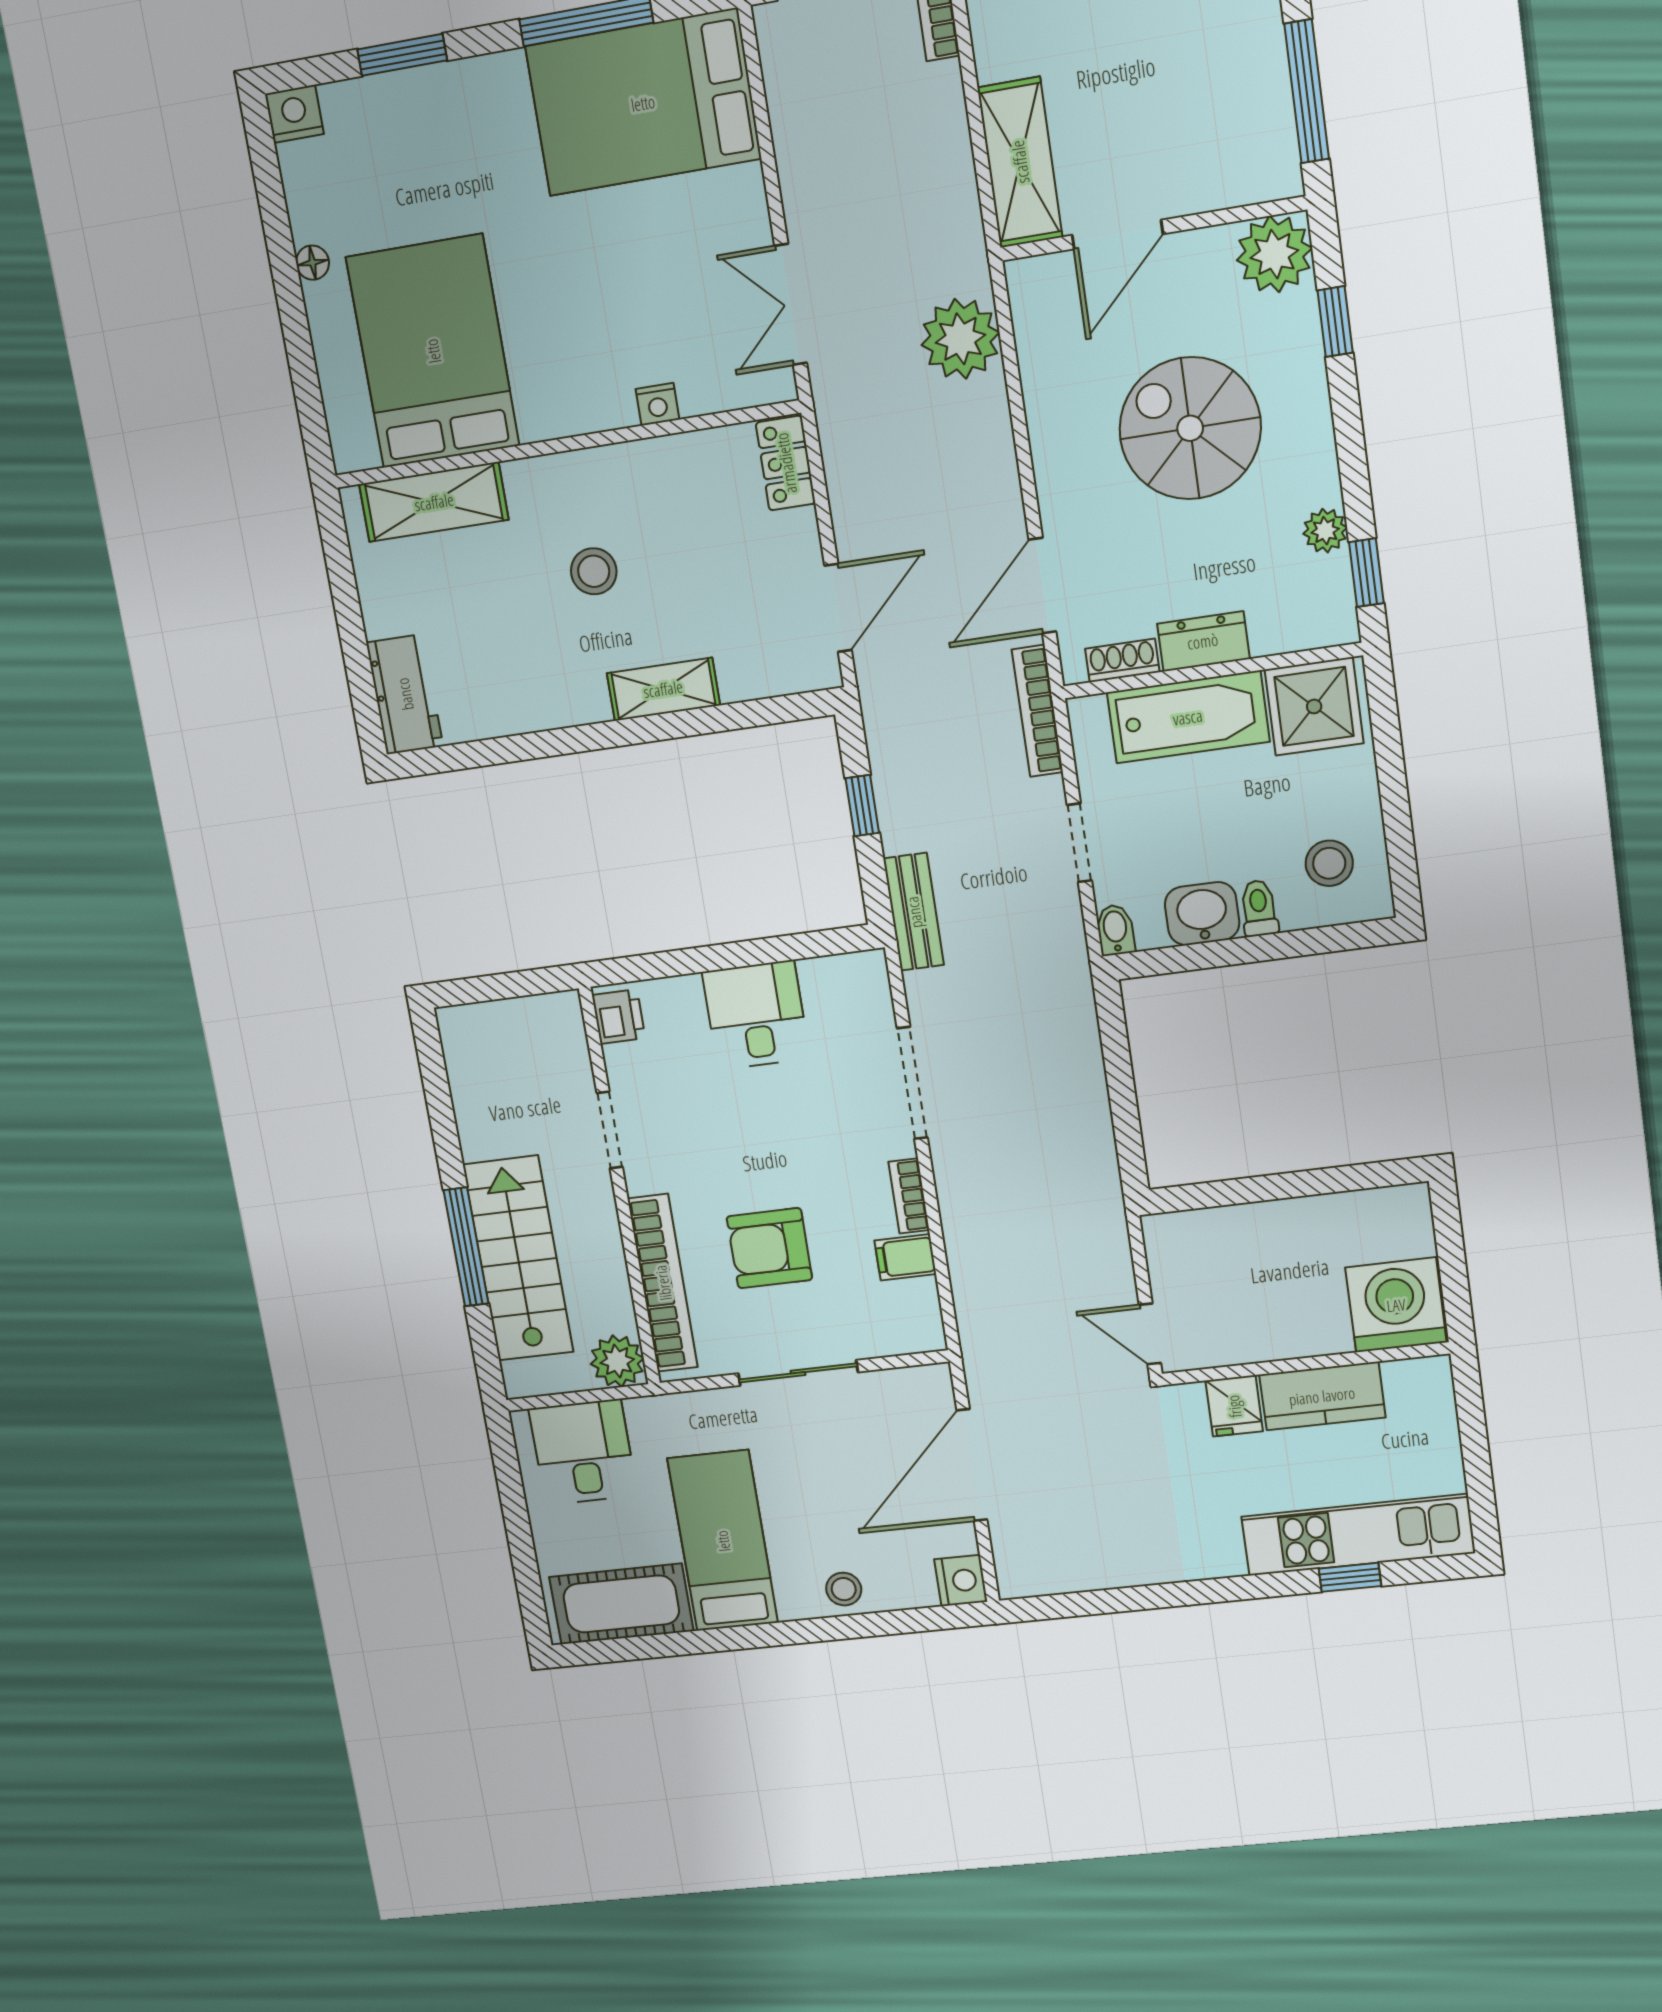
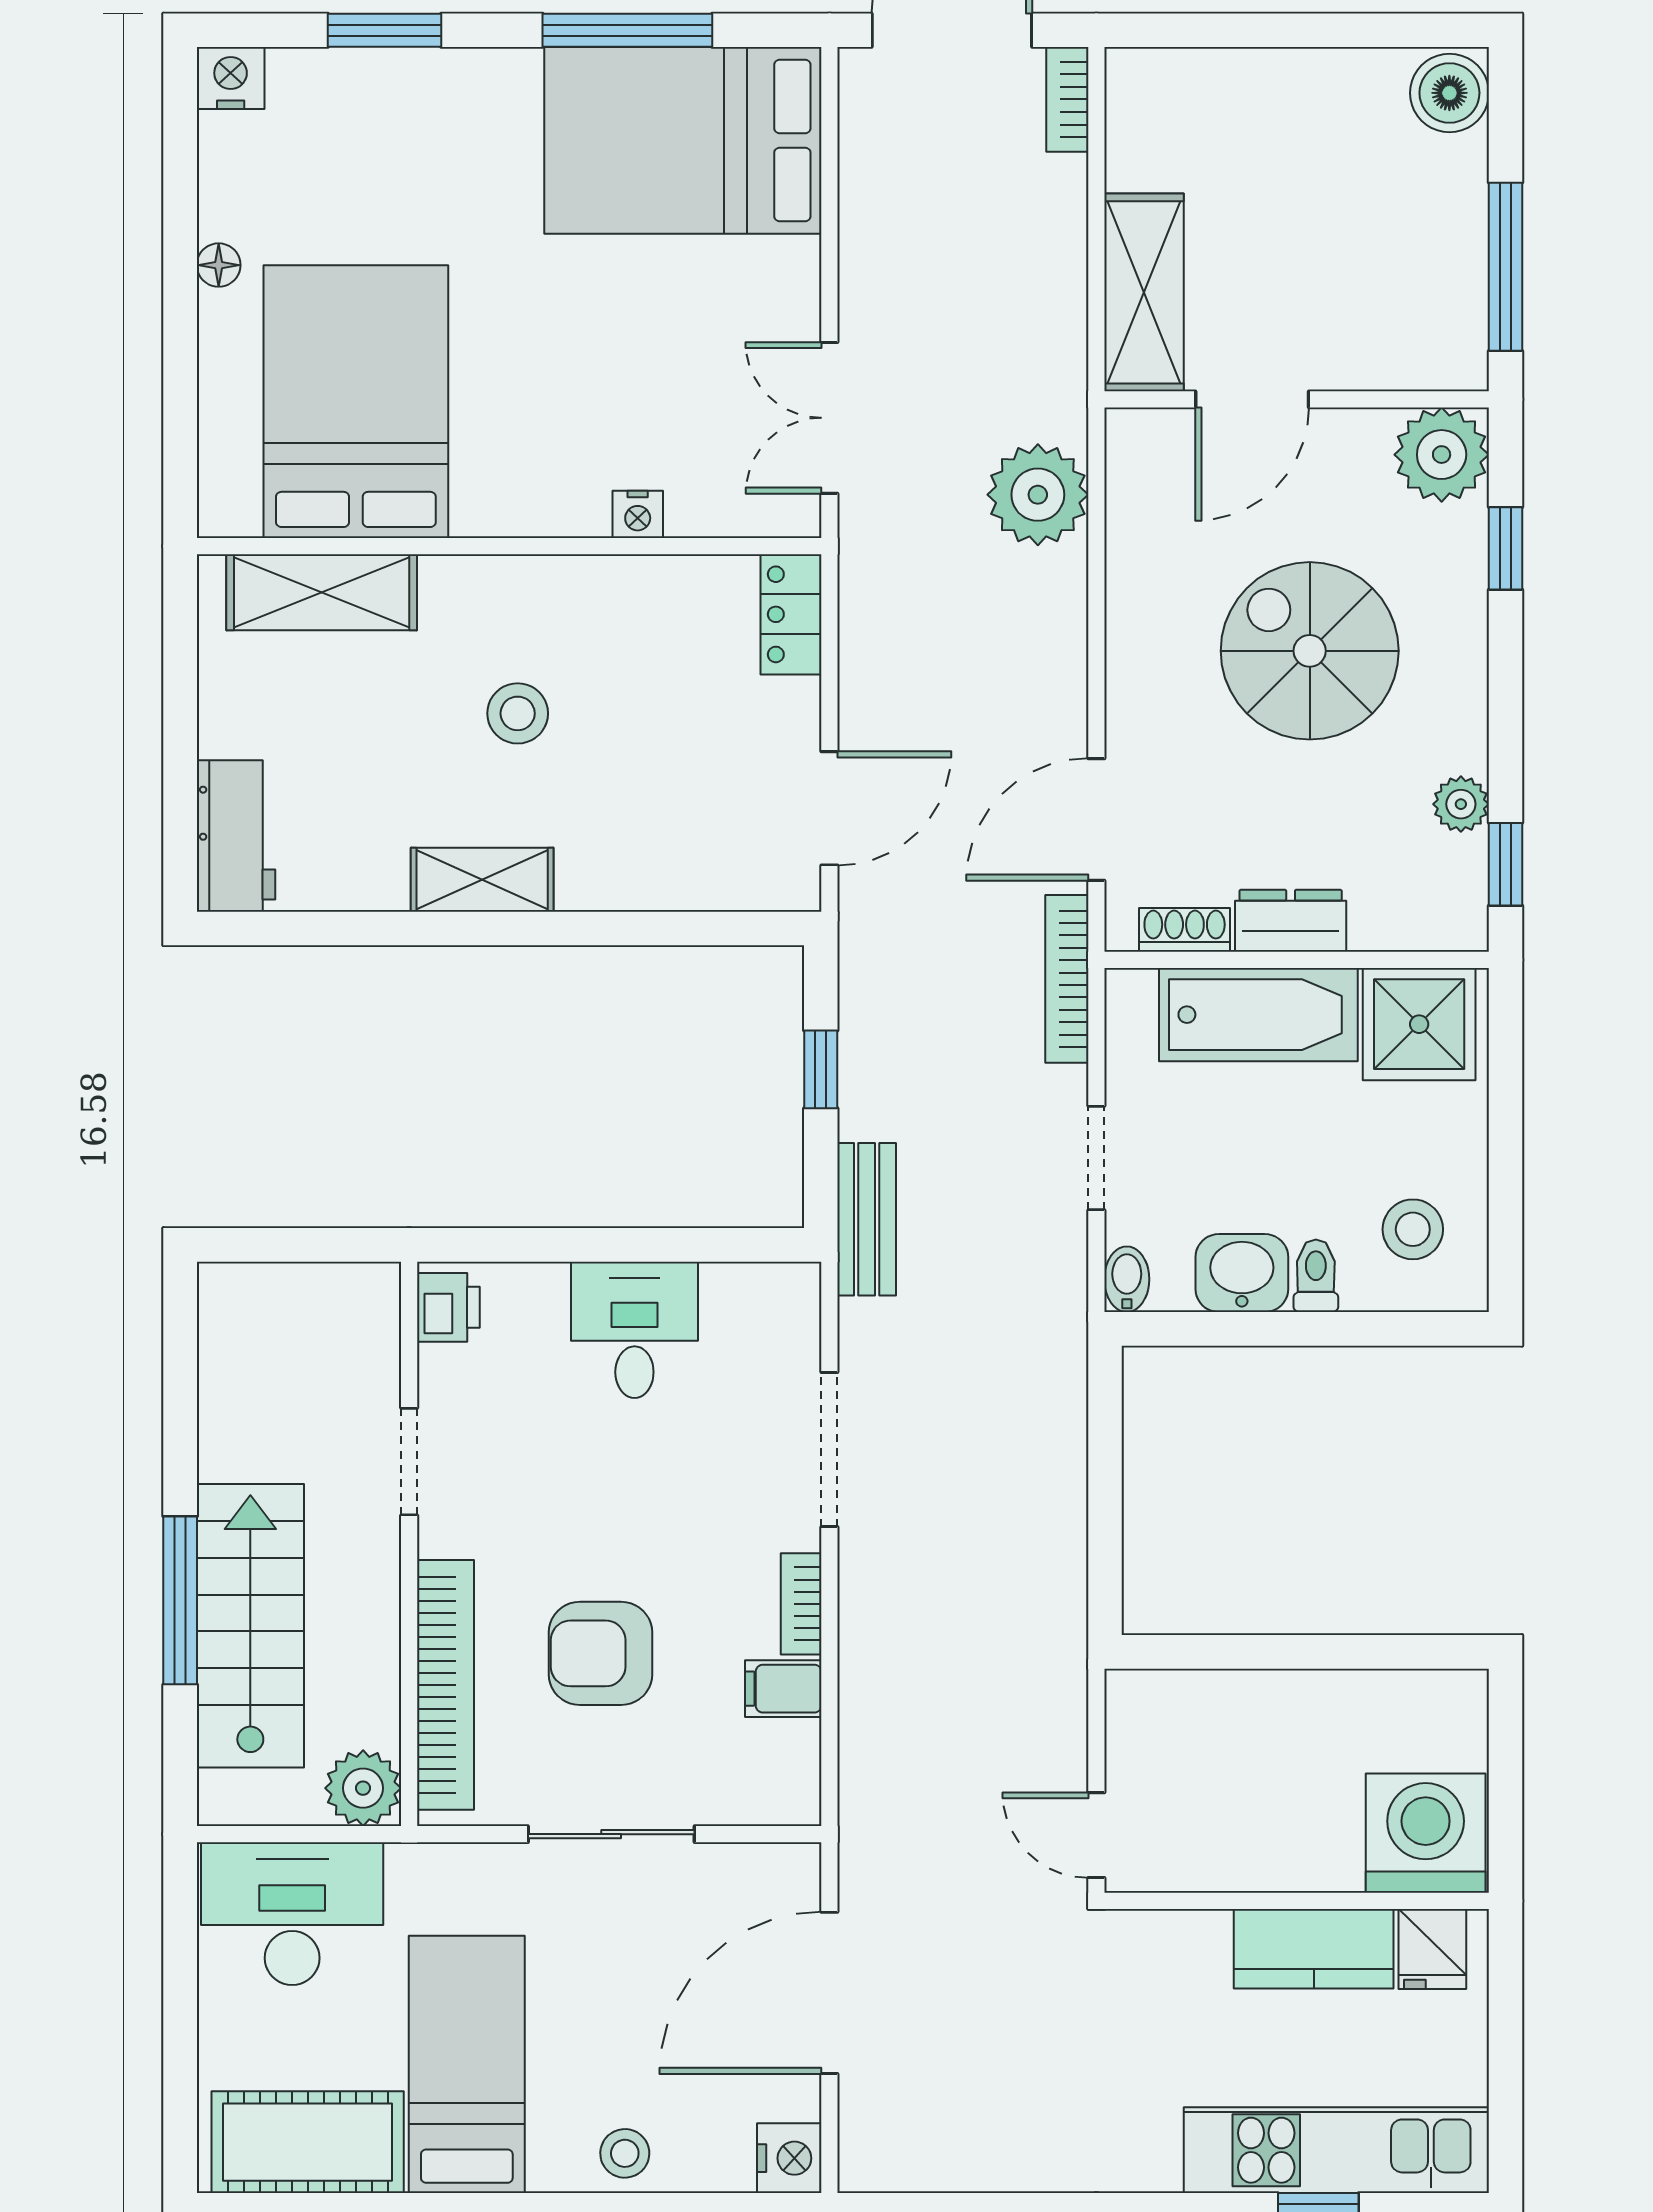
shelving: (663, 689) -> (482, 880), moved
fridge: (1234, 1406) -> (1432, 1949), moved
desk: (583, 1452) -> (292, 1914), width x1.37

